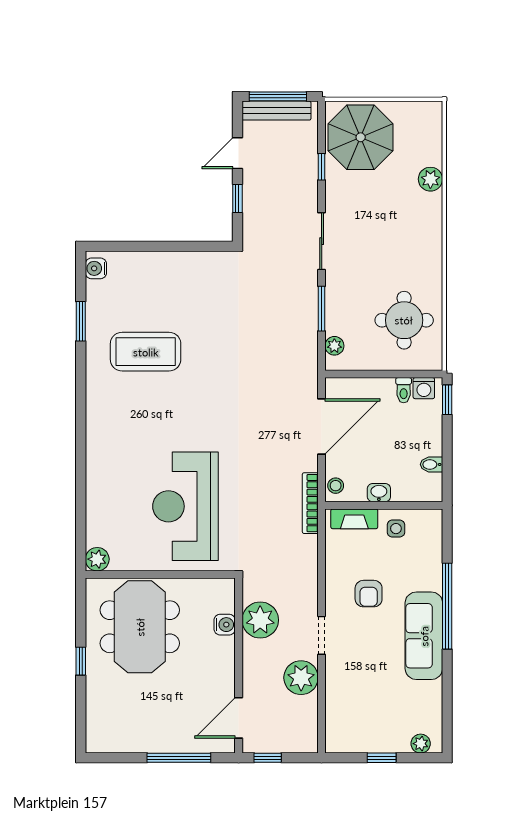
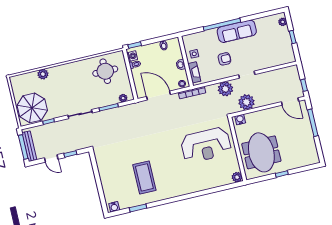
water cooler: (225, 625) -> (240, 120), moved
meeting table: (140, 627) -> (261, 152), turned 90
plant: (301, 678) -> (225, 89), moved

